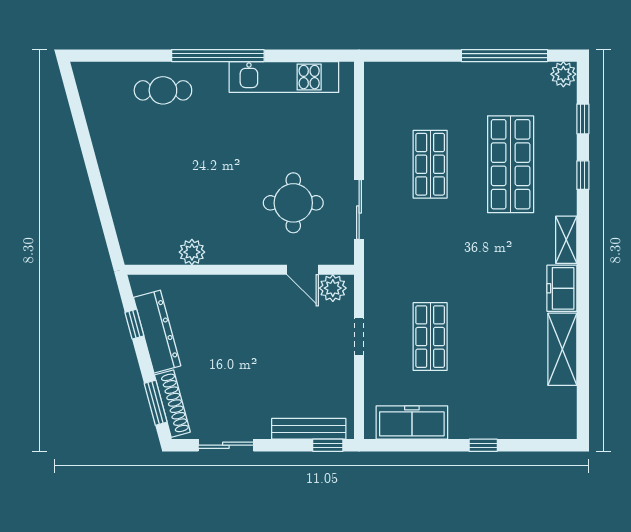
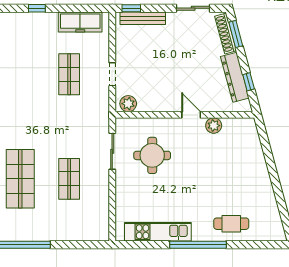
door: (303, 270) -> (191, 115), moved

